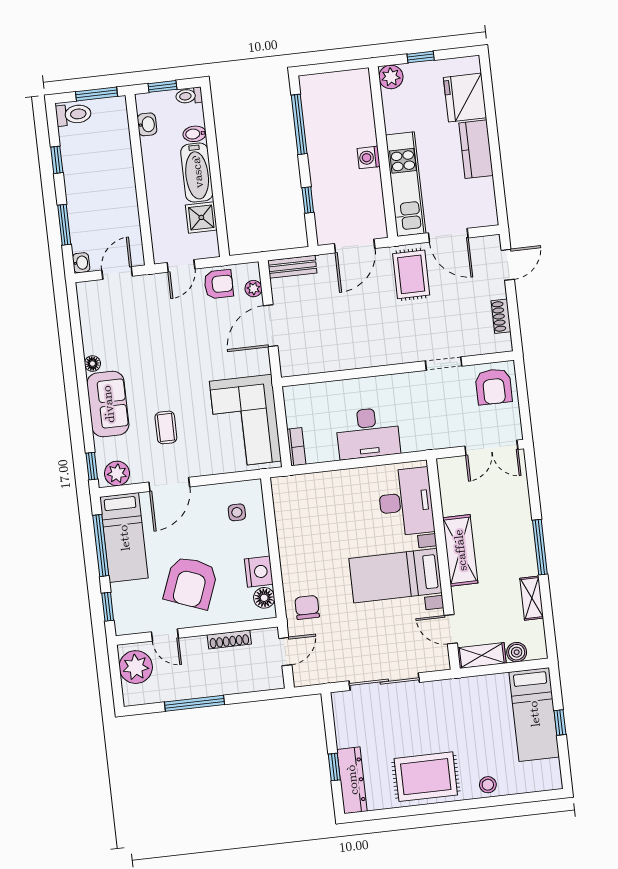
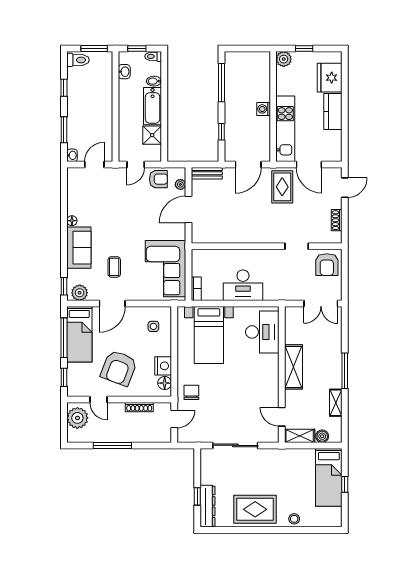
bed with nightstands: (395, 576) -> (209, 335), moved, turned -90

